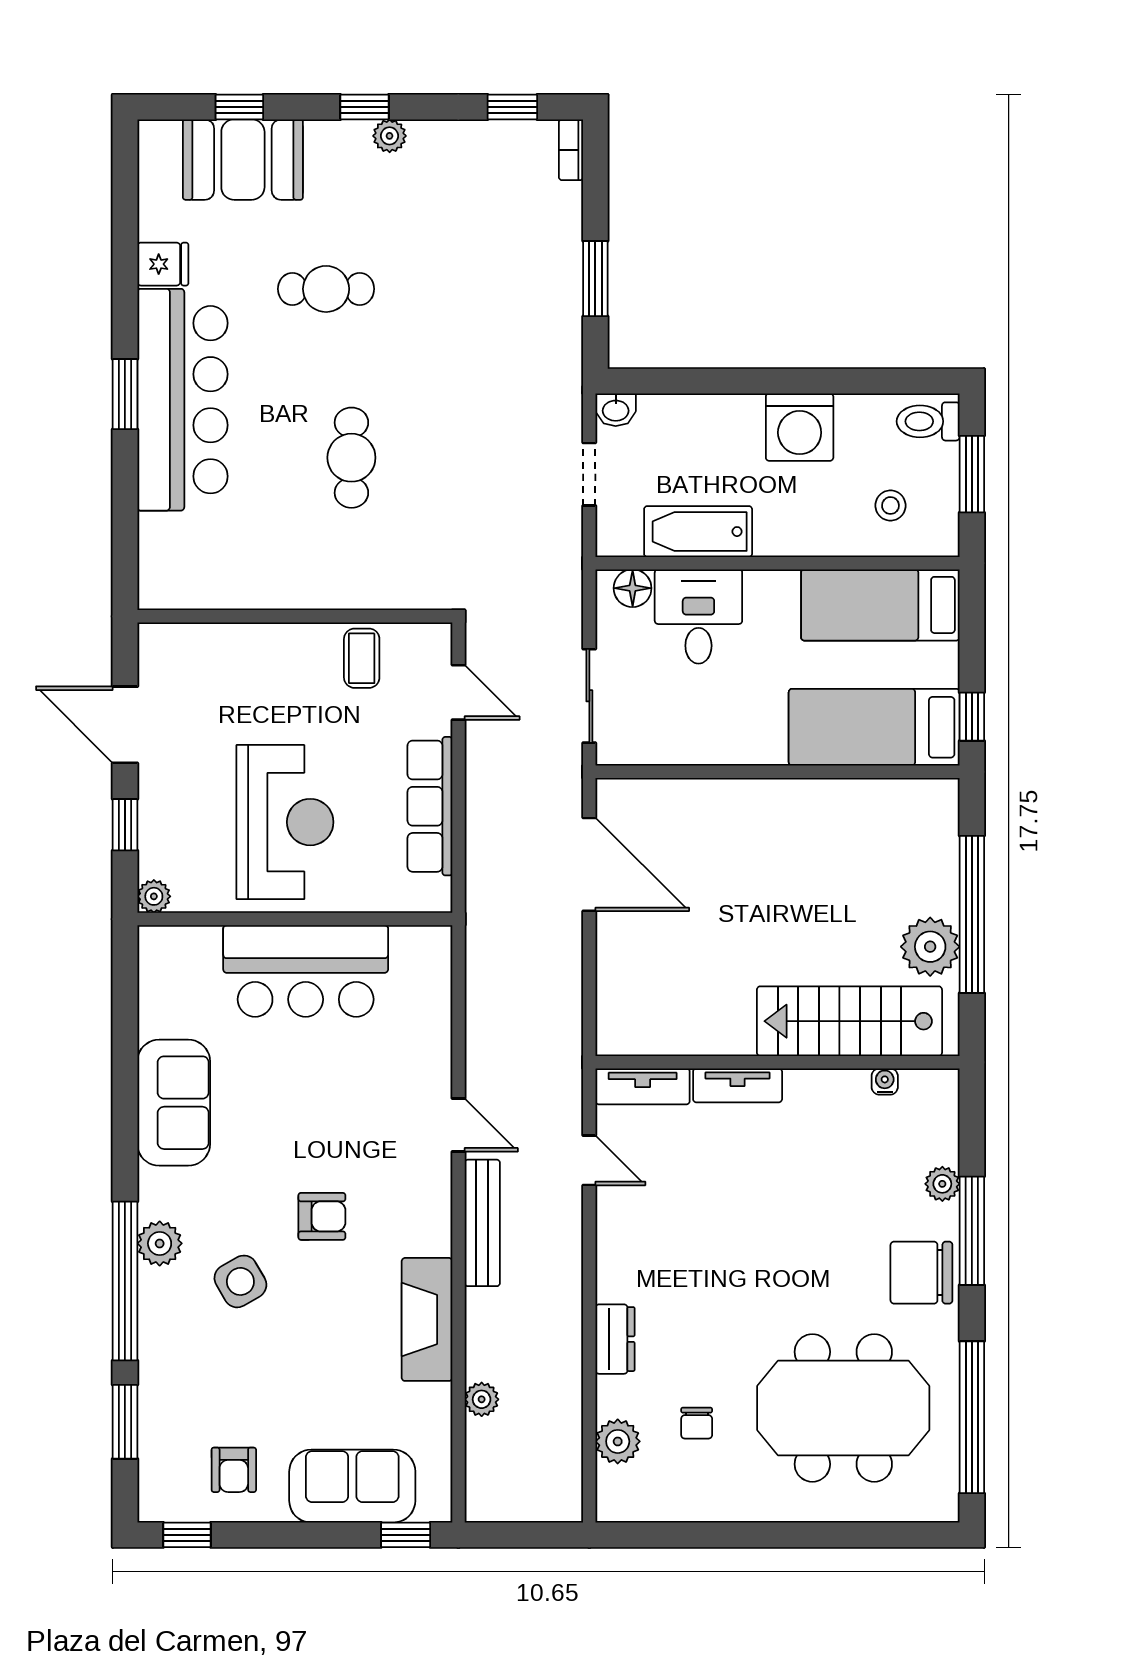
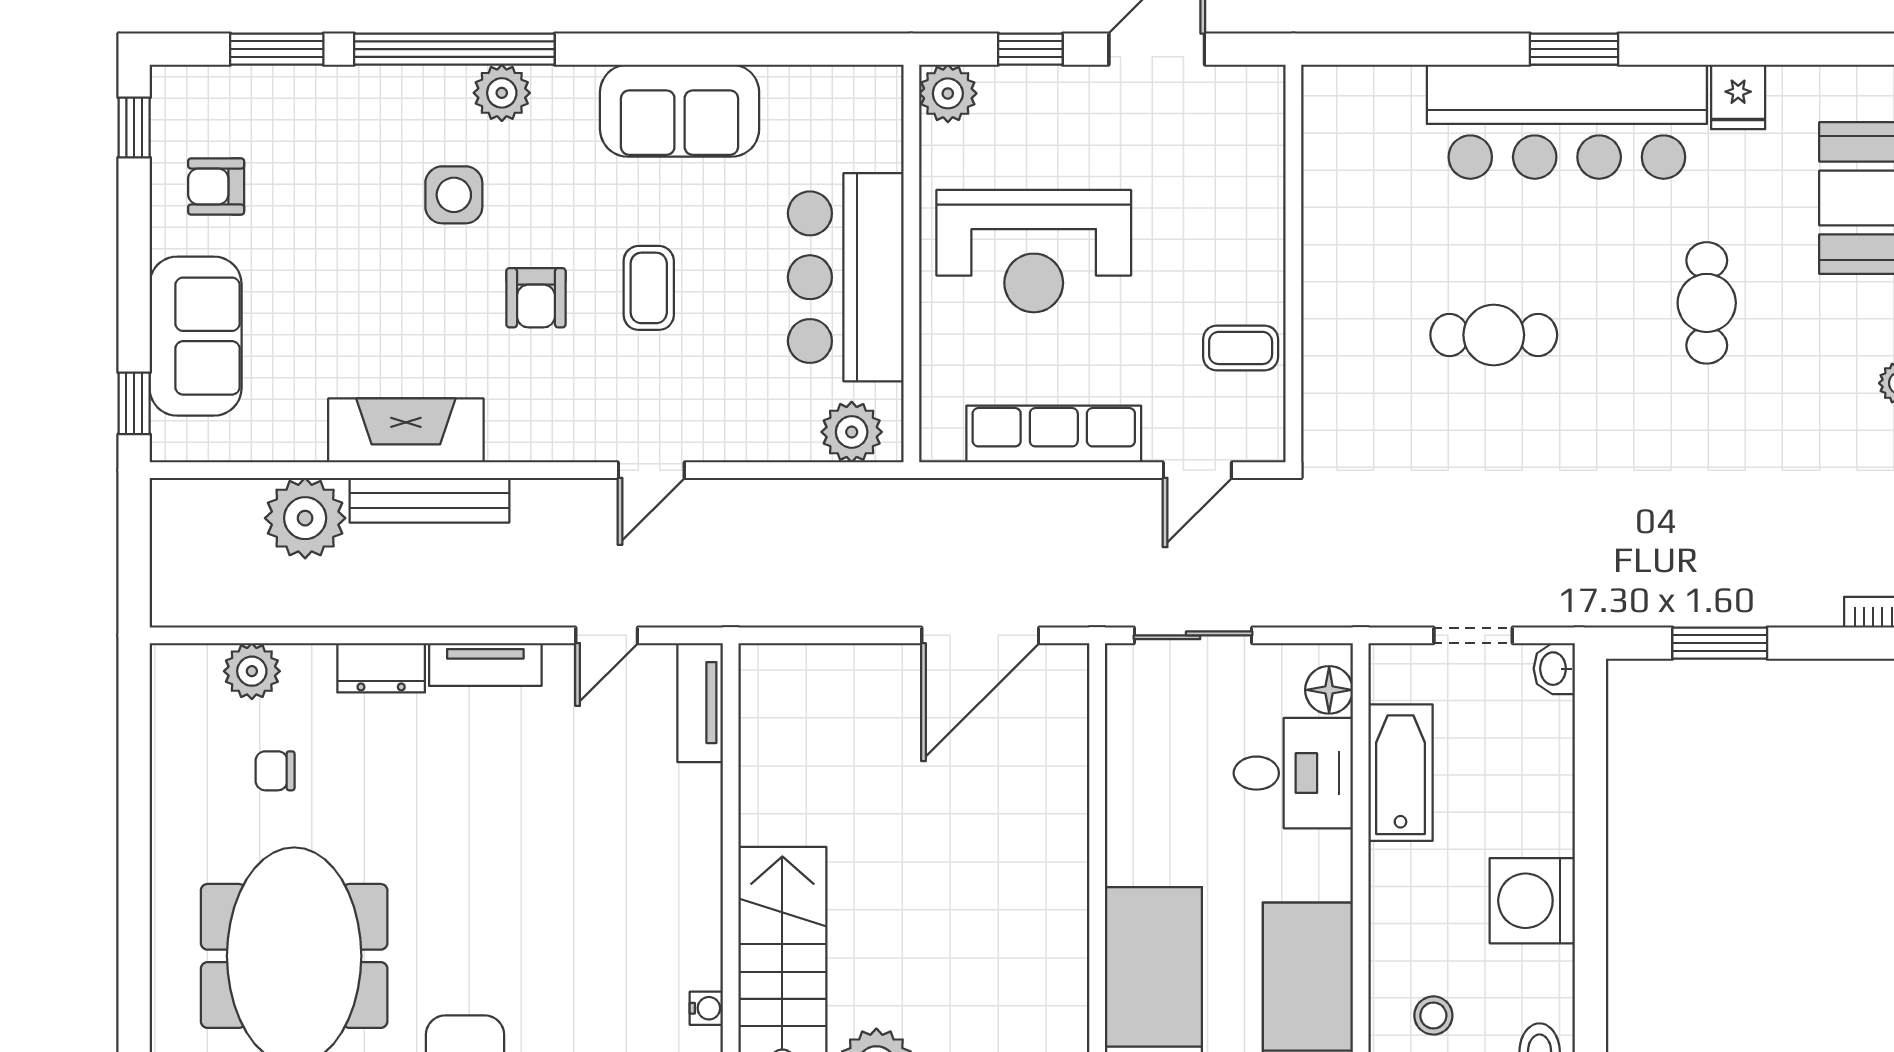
plant: (154, 896) -> (948, 93), width x1.38, depth x1.38
plant: (428, 966) -> (852, 432), added
tv unit: (738, 1085) -> (485, 665), moved, turned -90
coffee table: (314, 1127) -> (649, 288), added
bench: (482, 1223) -> (429, 500), moved
side table: (240, 1281) -> (454, 195), turned 30
plant: (482, 1399) -> (305, 518), width x1.87, depth x1.87

